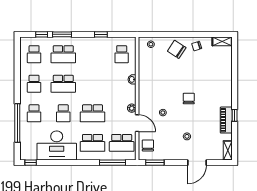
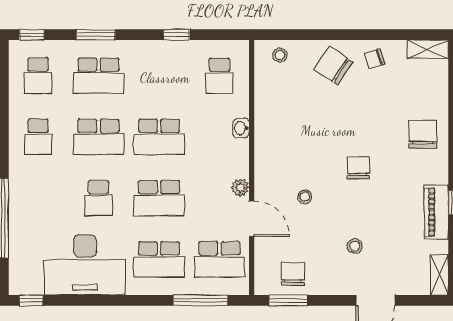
window: (42, 34) -> (32, 35), moved
chair: (220, 82) -> (423, 134), added
school desk: (34, 113) -> (159, 137), moved, width x1.85
chair: (148, 145) -> (293, 274), moved

